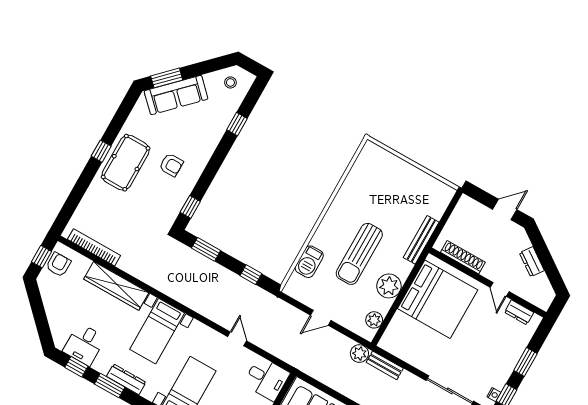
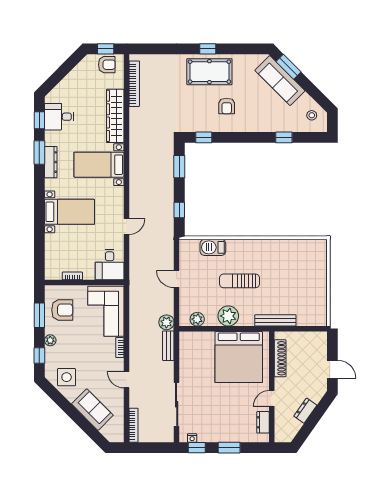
sun lounger: (359, 254) -> (239, 281), width x0.73, depth x0.75

